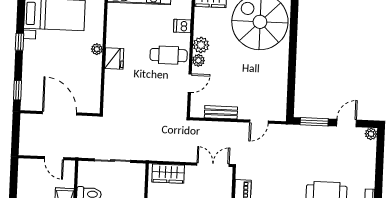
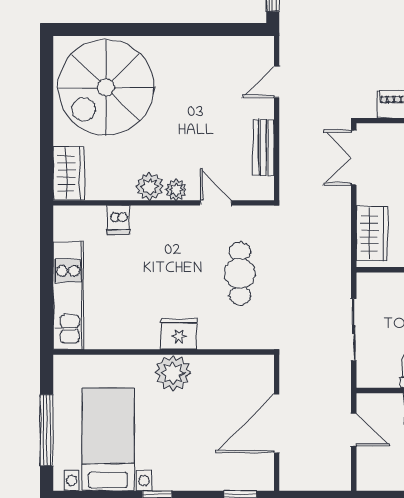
plant: (97, 49) -> (173, 373), width x1.87, depth x1.87
cafe table: (169, 55) -> (240, 274), moved
door: (259, 122) -> (277, 82), swing flipped
door: (54, 158) -> (354, 430), hinge flipped

